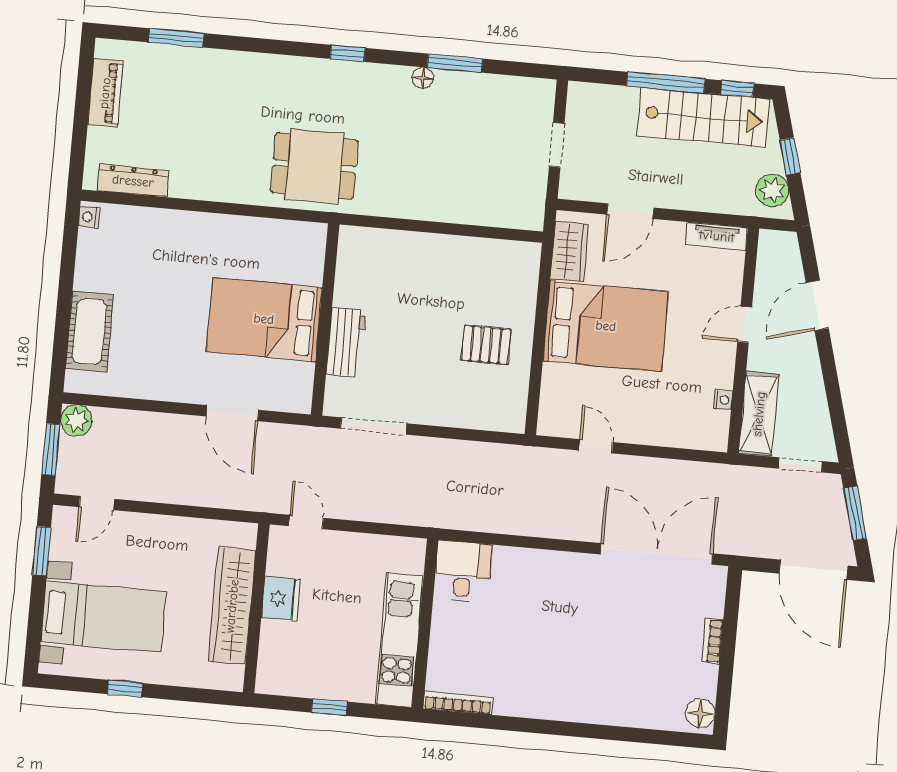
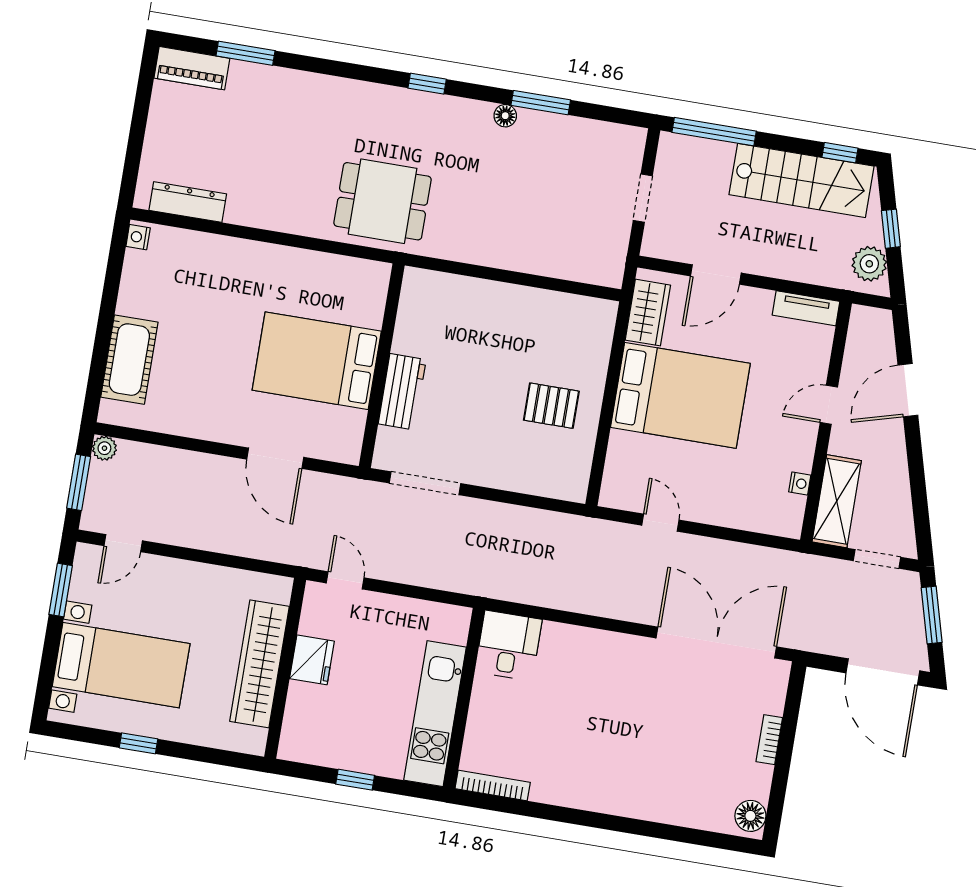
window: (666, 82) -> (714, 132), moved
piano: (105, 93) -> (192, 68), moved, turned 90
plant: (76, 420) -> (104, 448), width x0.73, depth x0.73

